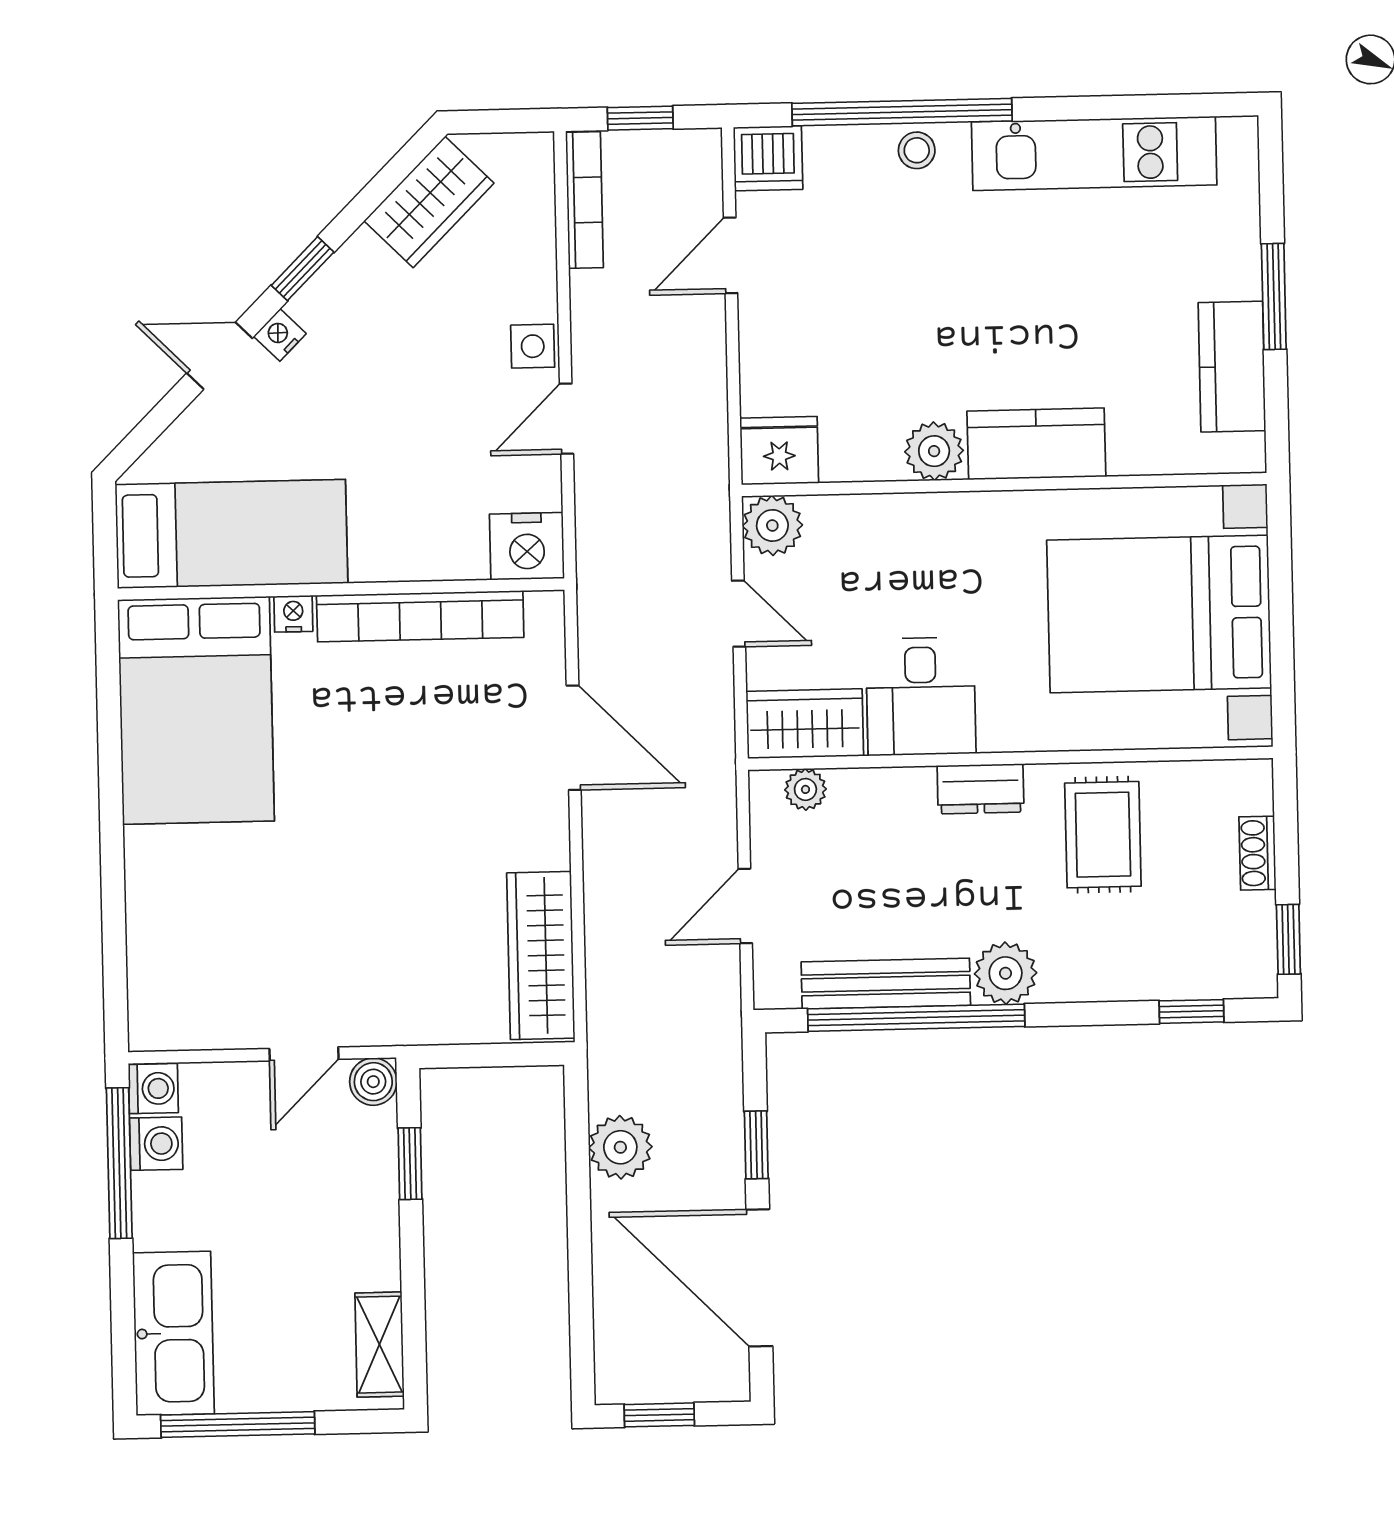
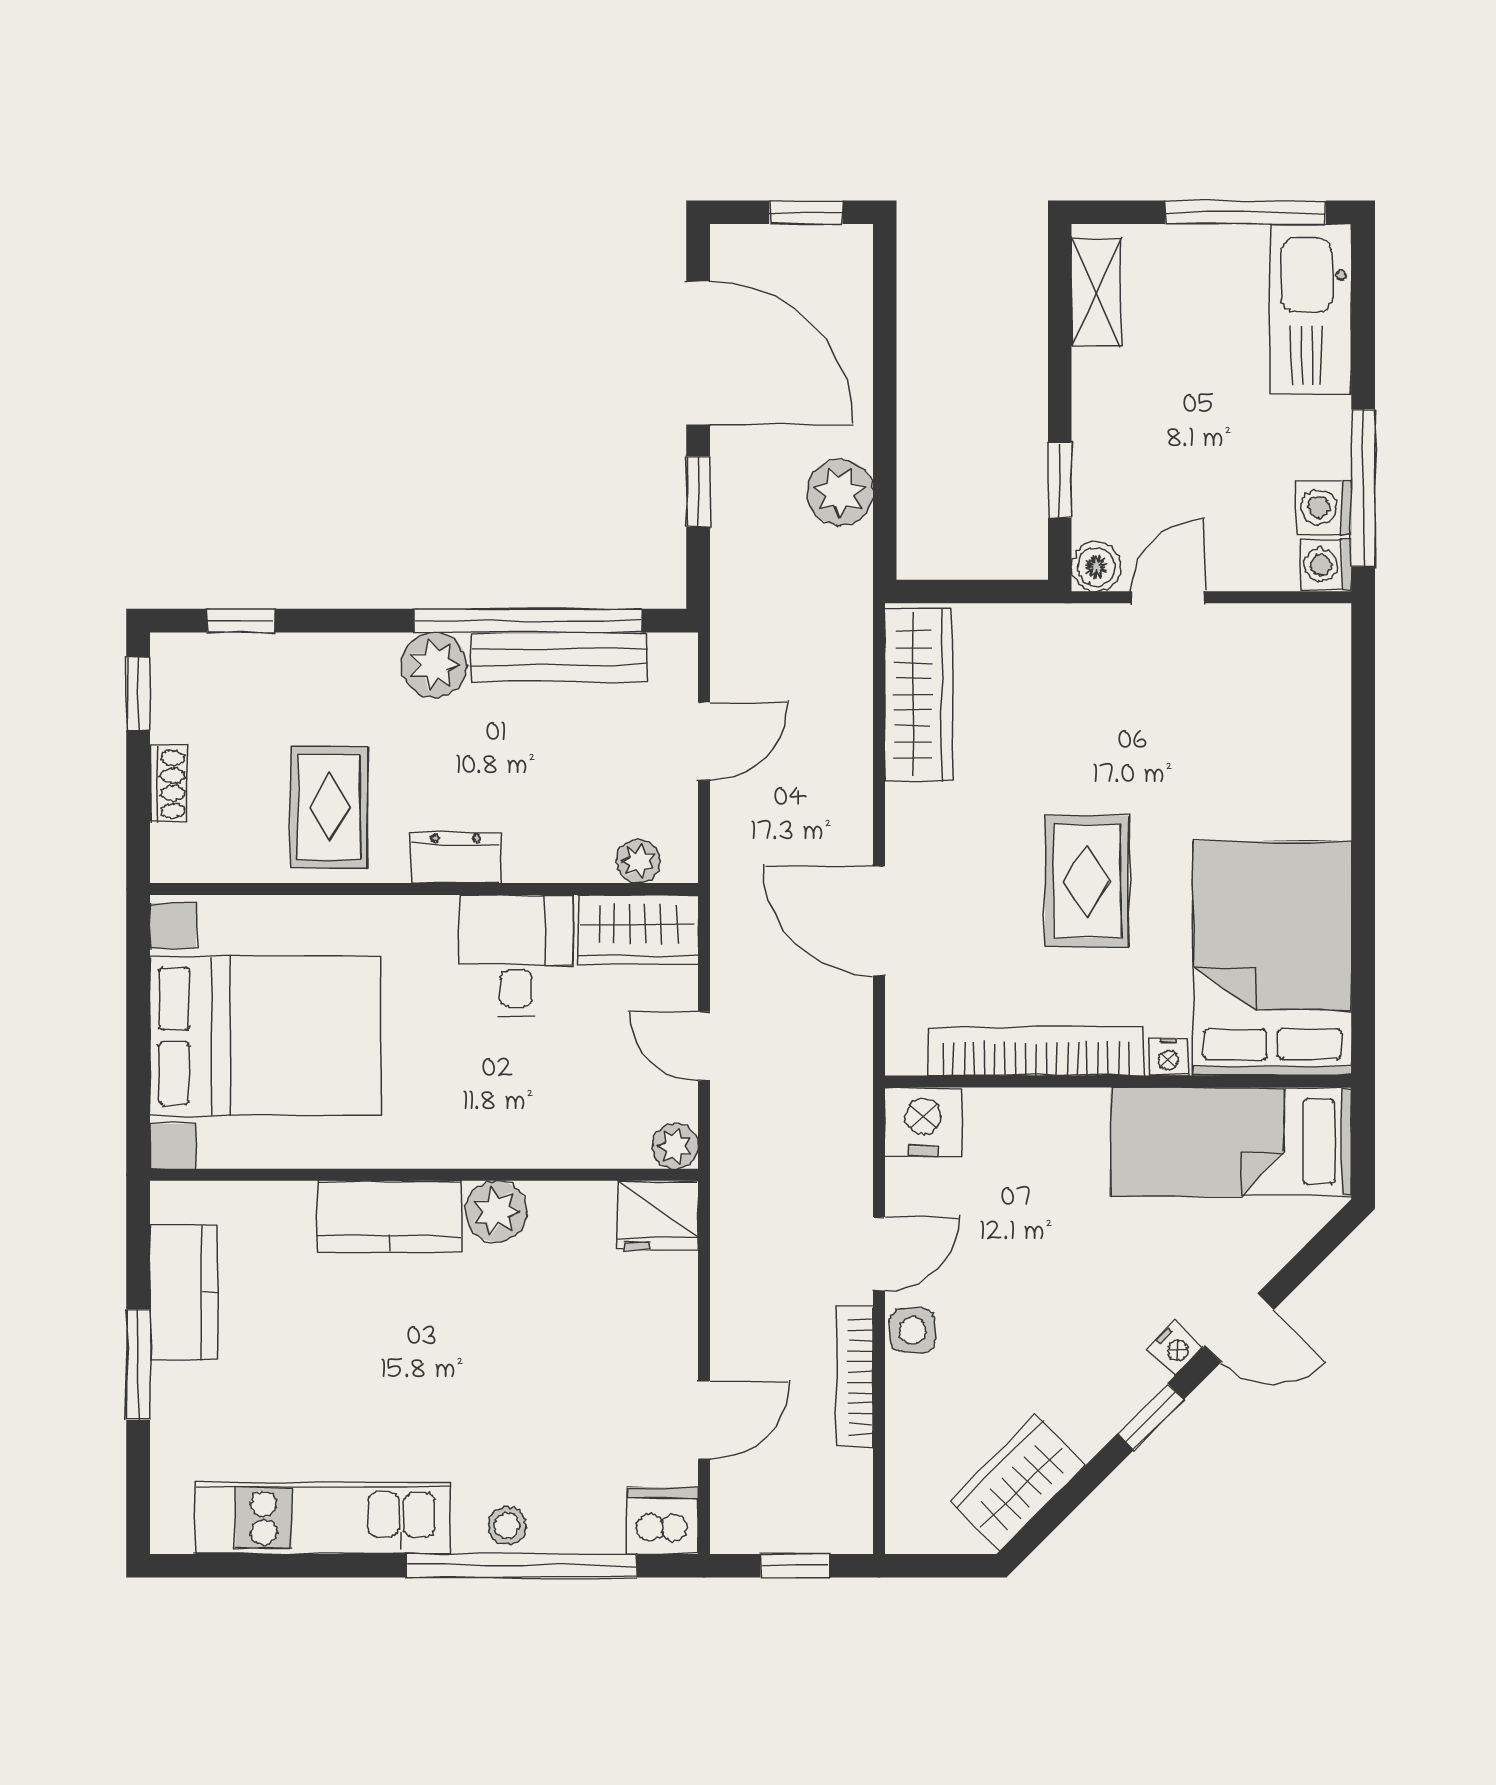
bookcase: (584, 200) -> (855, 1377), moved
plant: (772, 525) -> (675, 1146), width x0.73, depth x0.73
rug: (375, 780) -> (1087, 881), added

